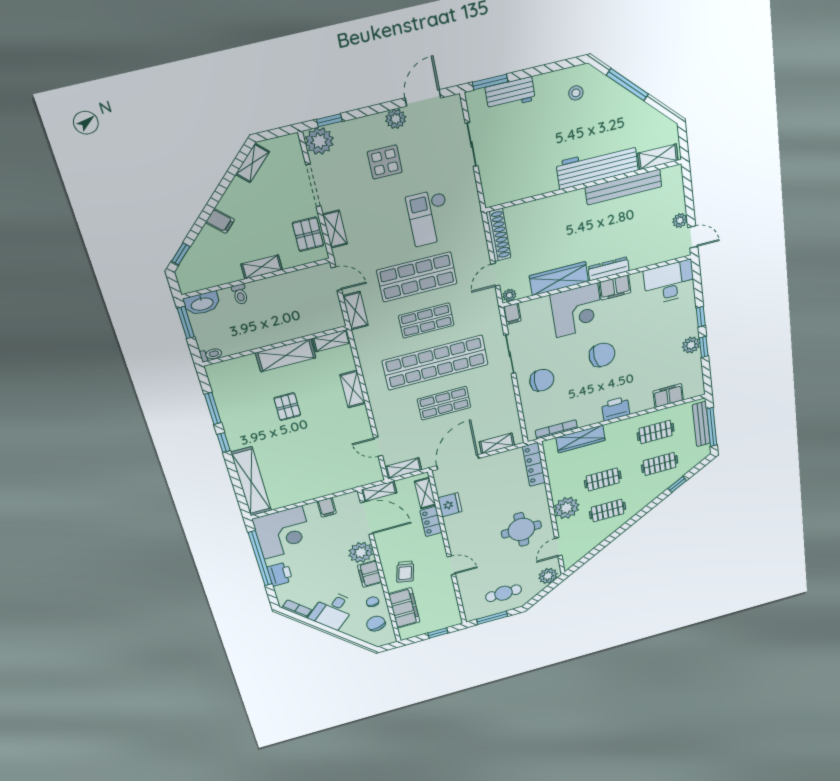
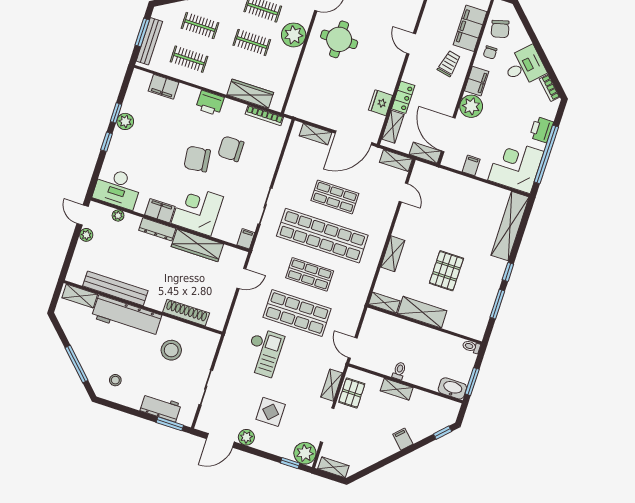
stool: (531, 161) -> (171, 350), added
shelving: (252, 163) -> (333, 467), moved, turned 45
shoe rack: (499, 235) -> (186, 313), moved, turned 90
toilet: (240, 294) -> (399, 371), moved
plant: (509, 295) -> (118, 216), moved
shelving: (355, 311) -> (354, 315), removed
chair: (542, 380) -> (231, 149), moved
pallet: (287, 407) -> (446, 271), width x1.50, depth x1.42
window: (712, 427) -> (142, 32), width x0.69
locker: (534, 464) -> (298, 95), removed

